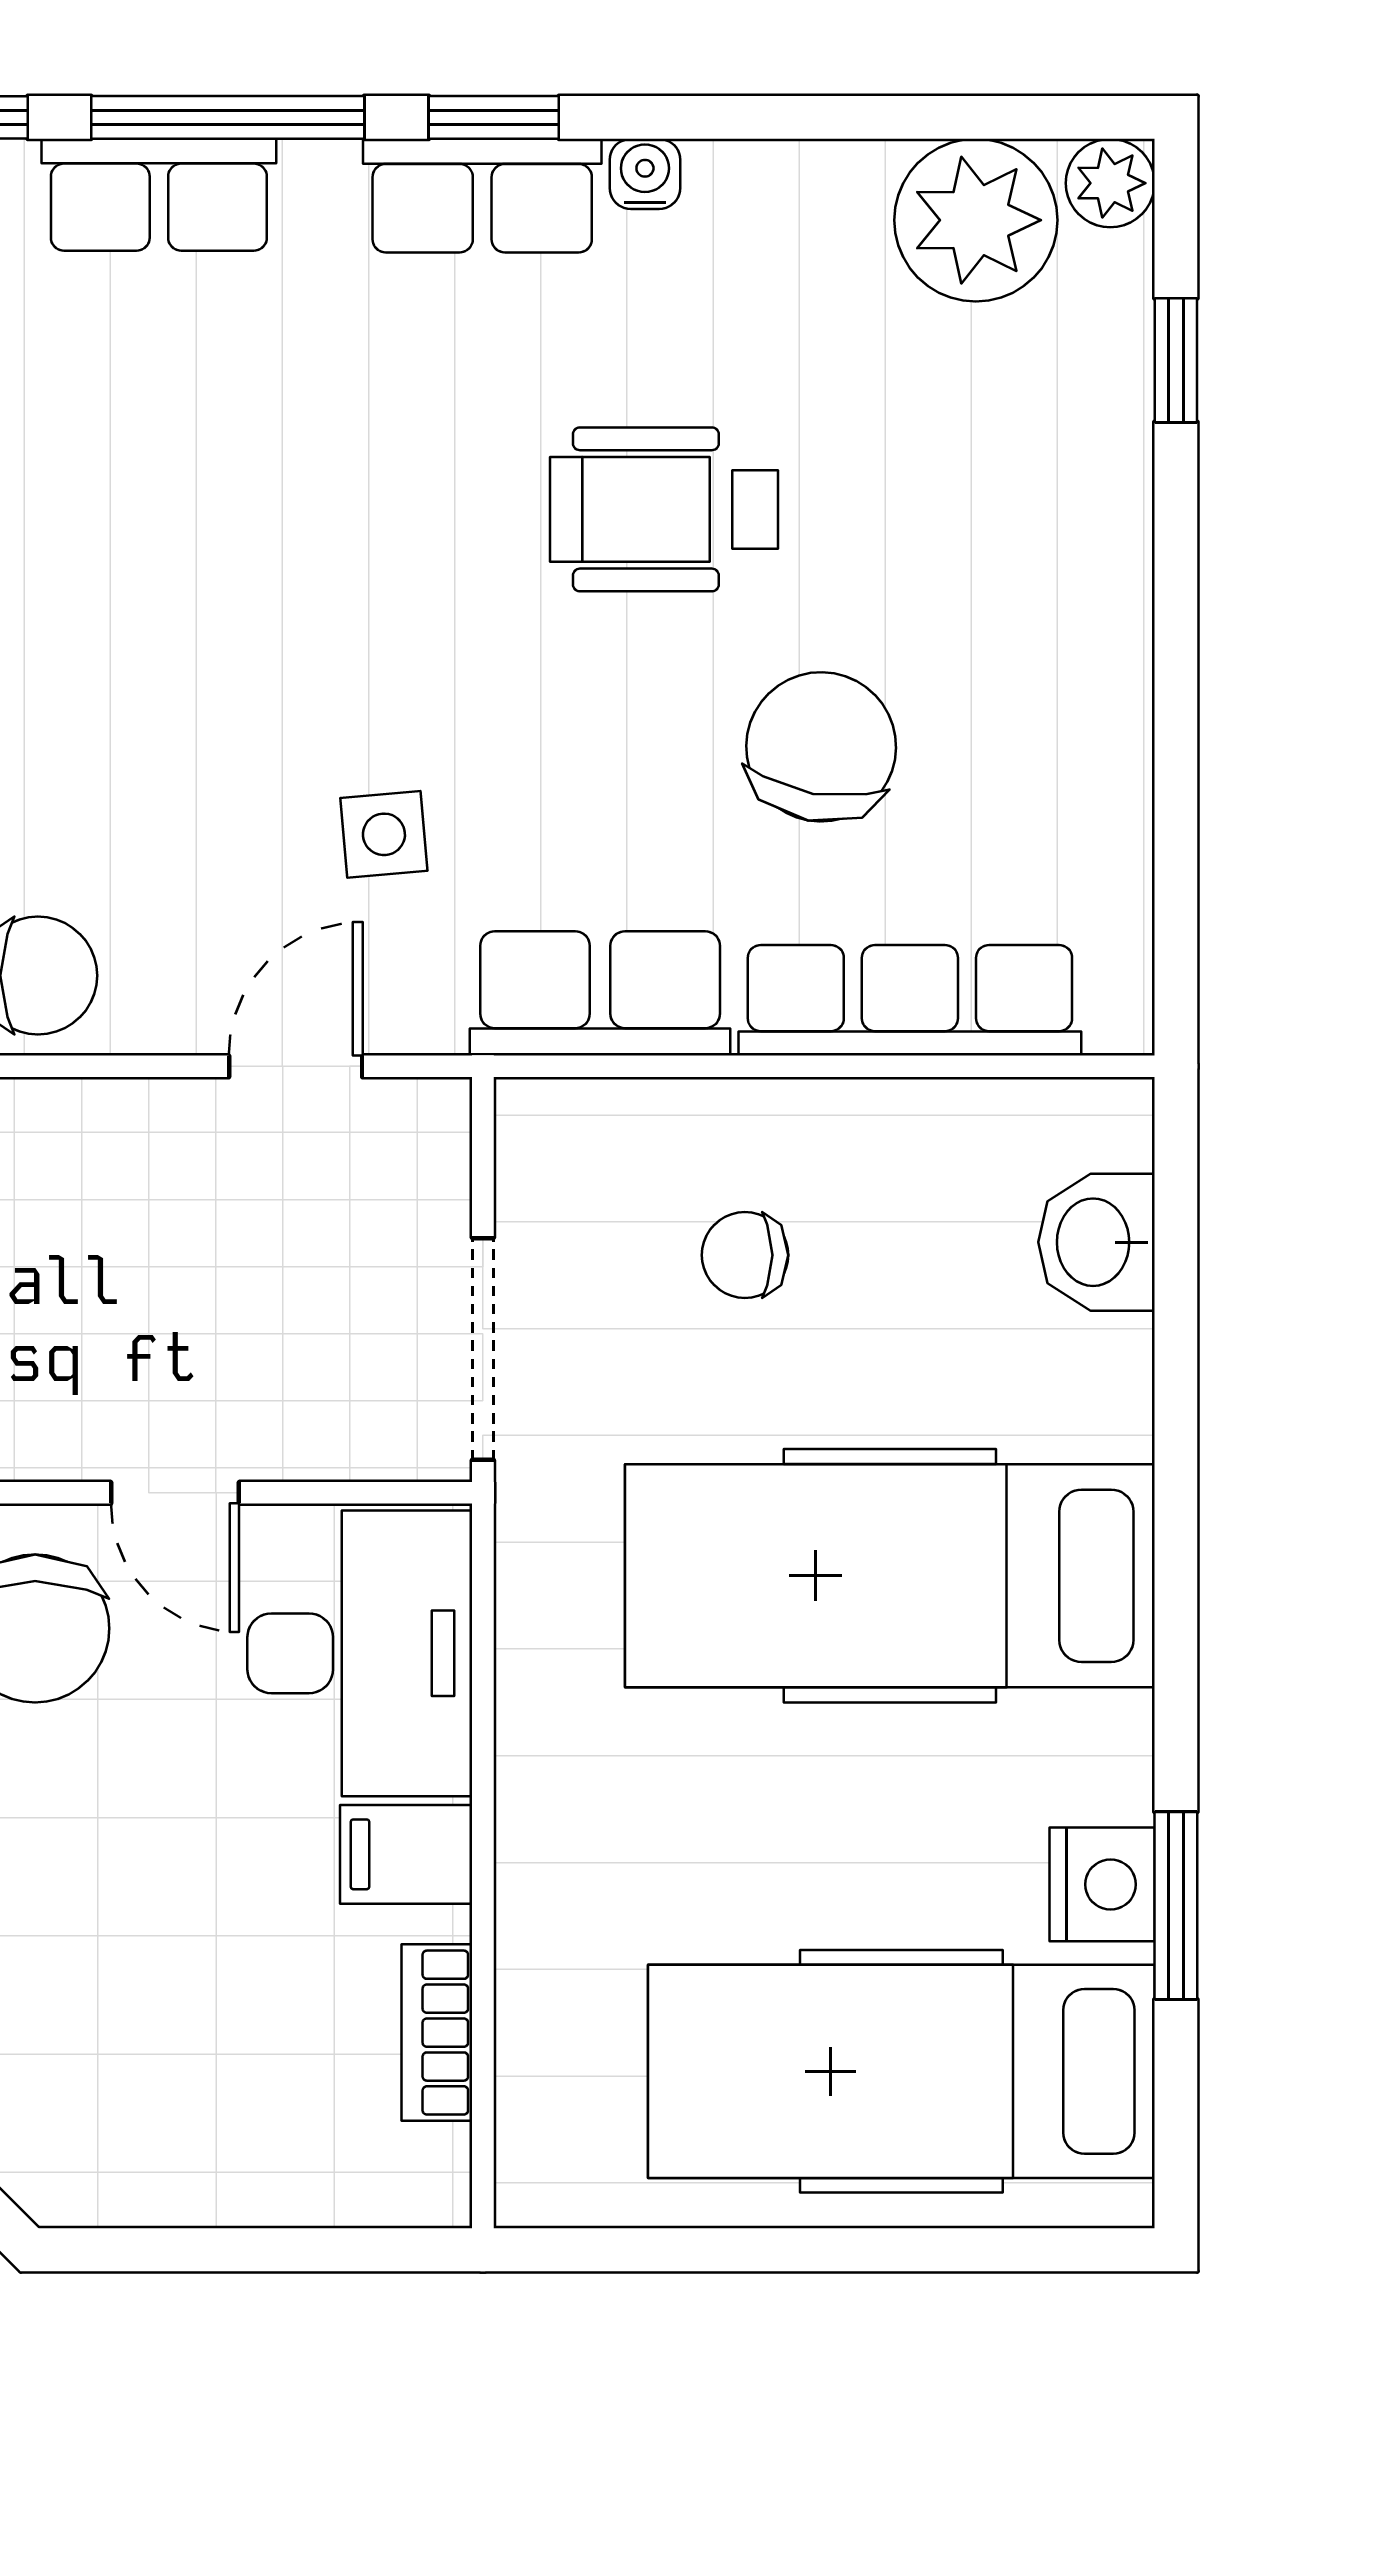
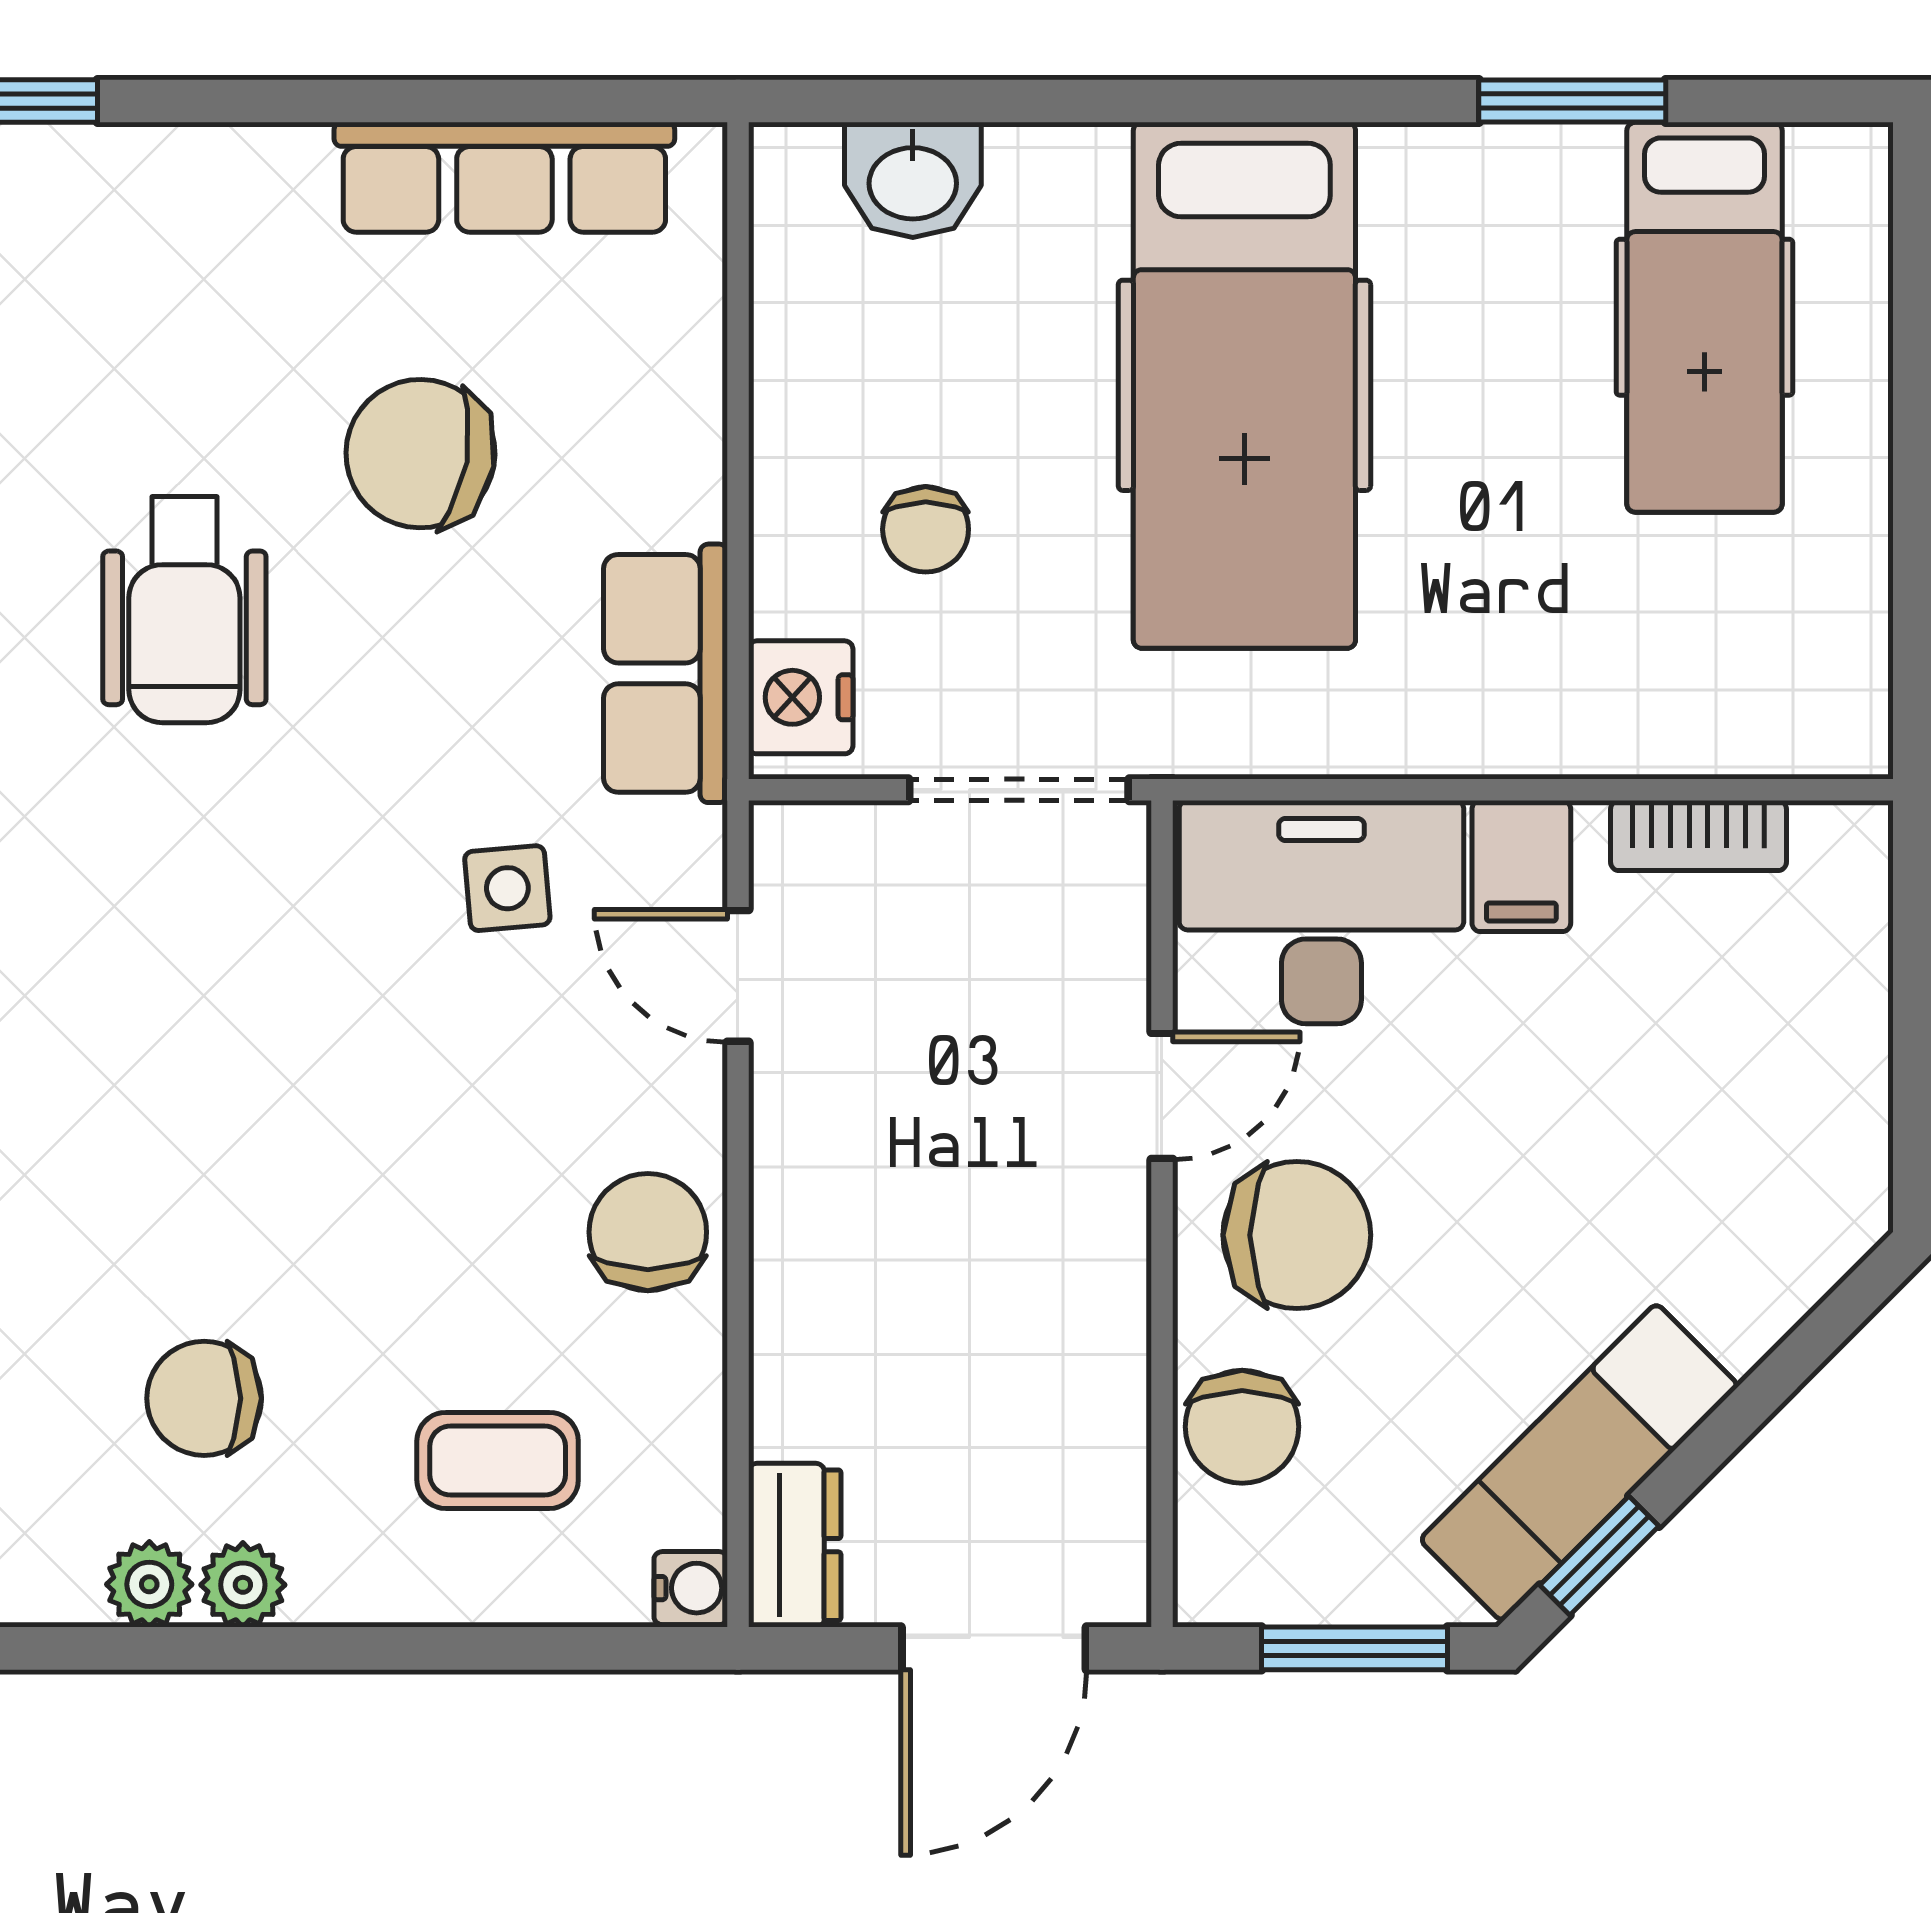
row of seats: (910, 1000) -> (504, 177), moved, turned -90
nightstand: (1102, 1884) -> (801, 697), moved, turned -90
hospital bed: (901, 2071) -> (1704, 317), width x0.73, depth x0.78

